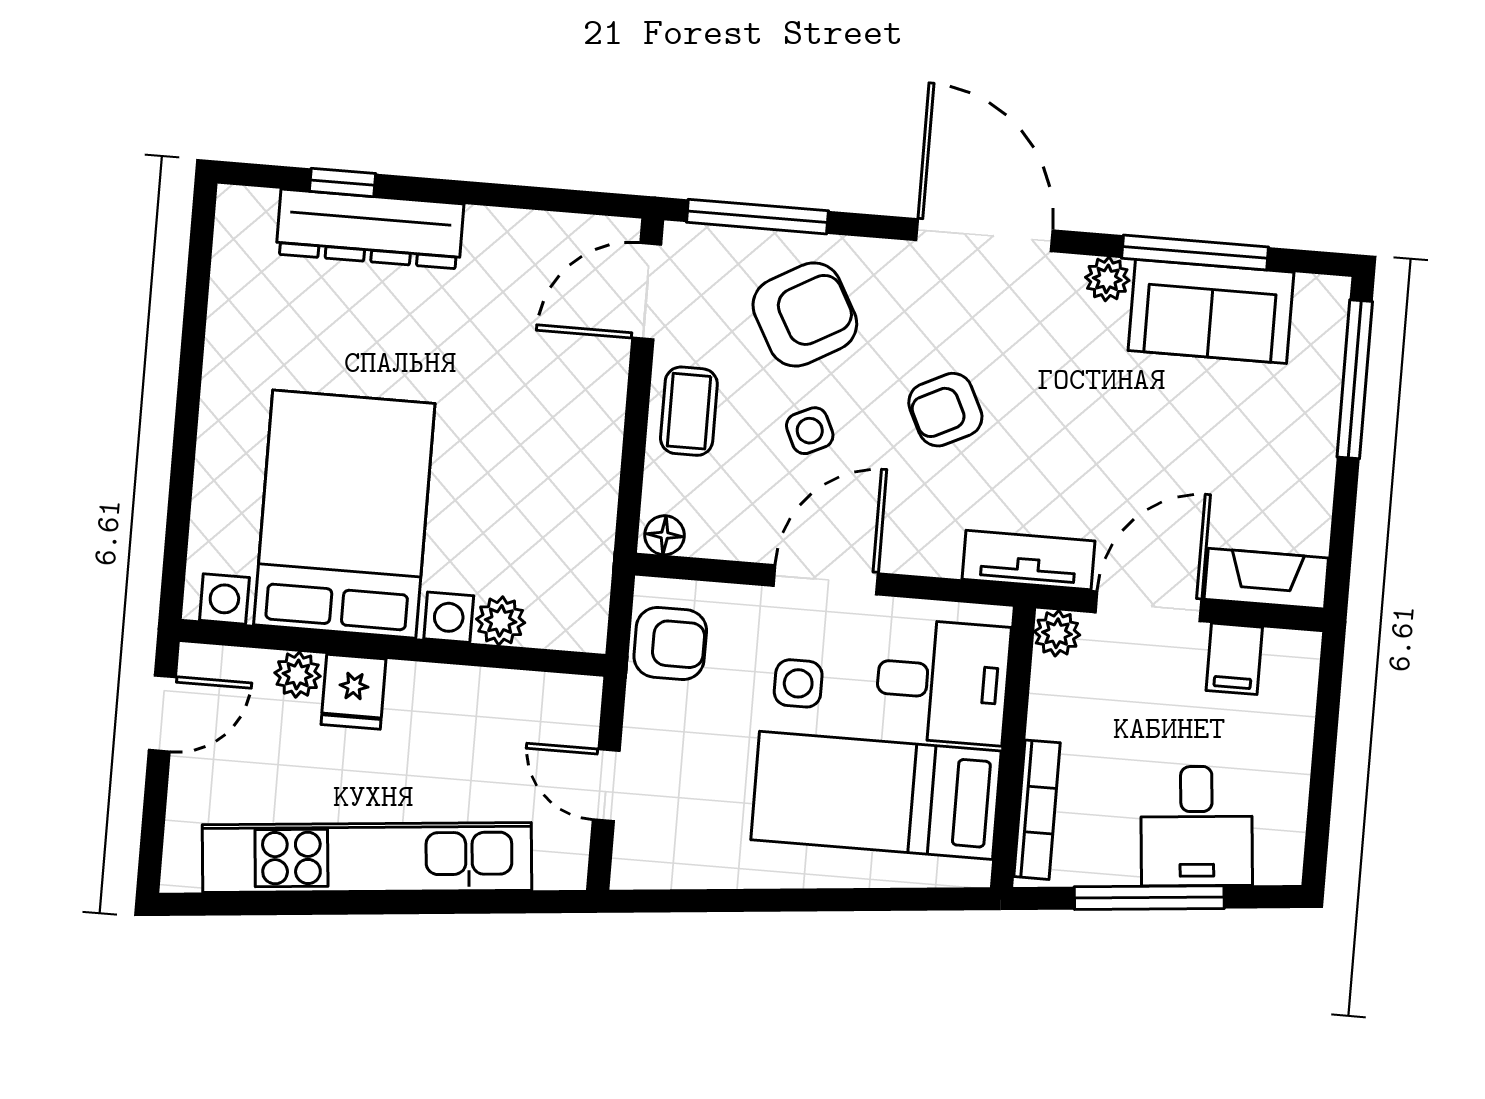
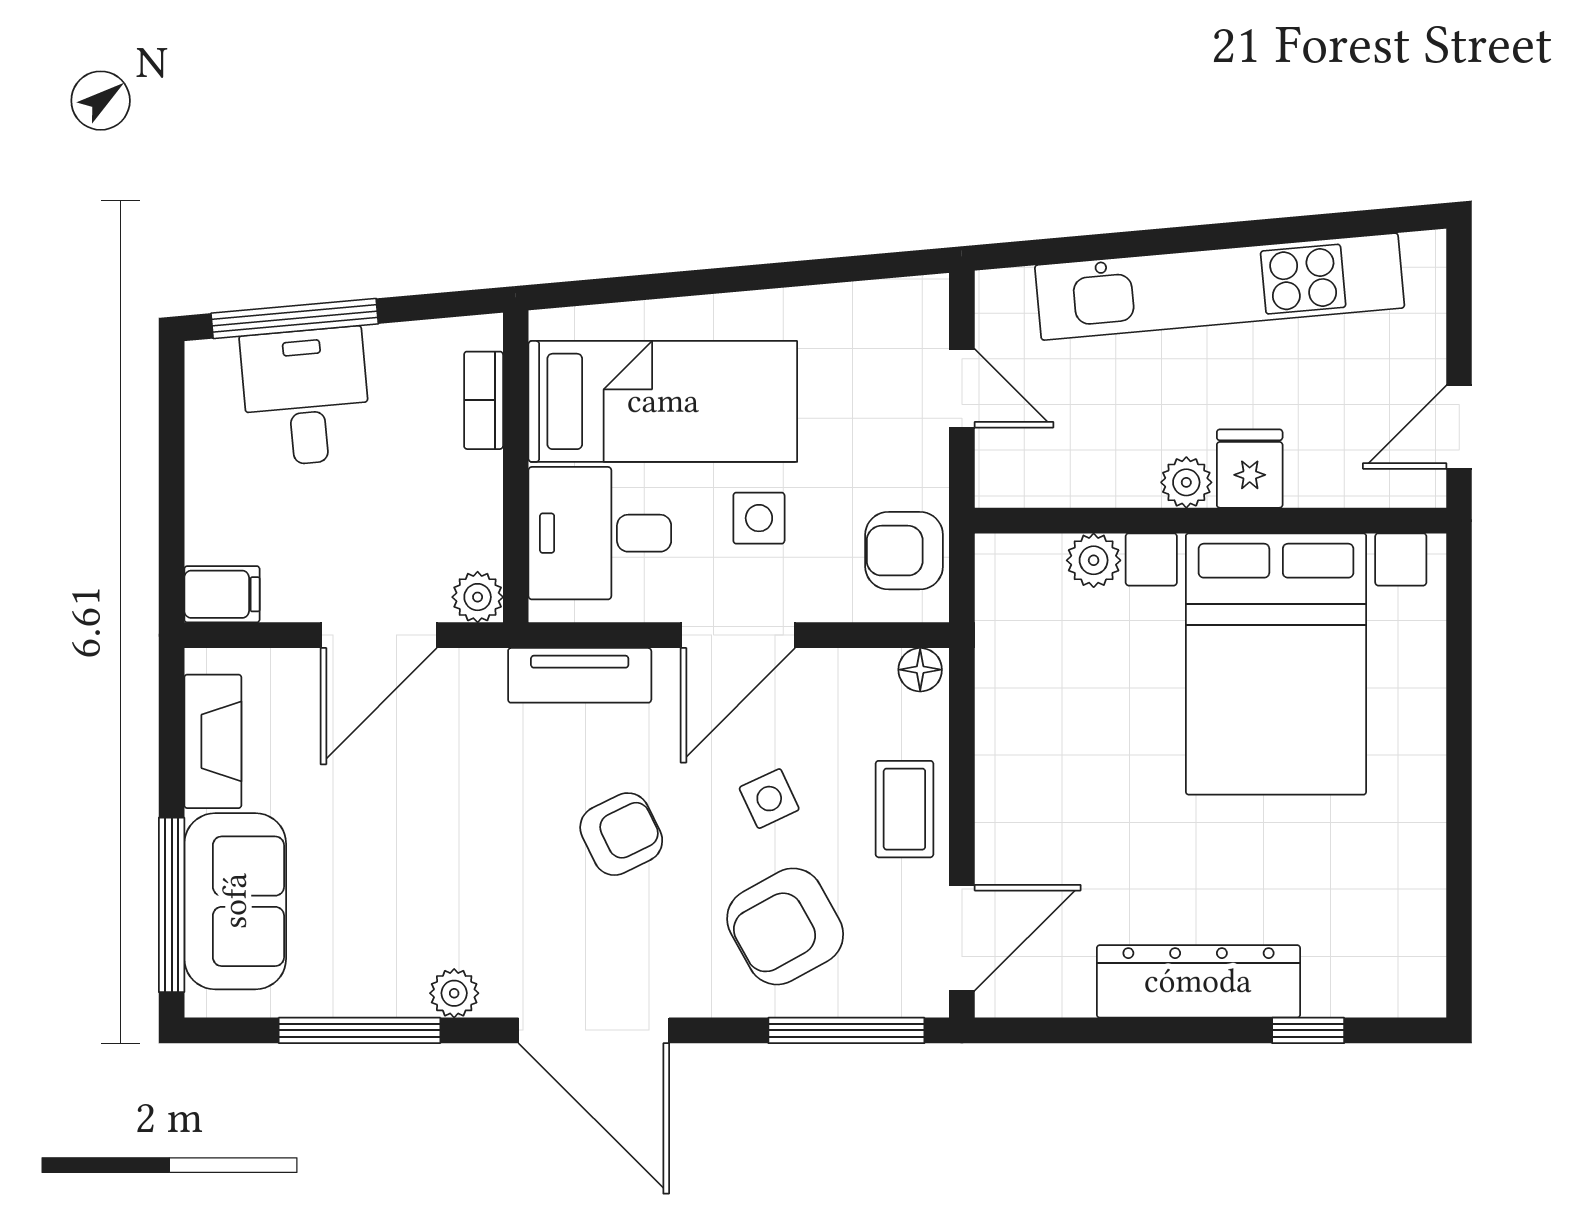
dresser: (370, 229) -> (1198, 981), moved
sofa: (1211, 311) -> (235, 901), moved, turned 90
tv unit: (1029, 560) -> (580, 675), moved
fireplace: (1266, 579) -> (213, 741), moved, turned -90
filing cabinet: (1234, 659) -> (222, 594), moved, turned 90
plant: (298, 675) -> (1186, 482), moved
bookcase: (1037, 810) -> (484, 400), width x0.64
window: (1149, 898) -> (295, 318), moved

